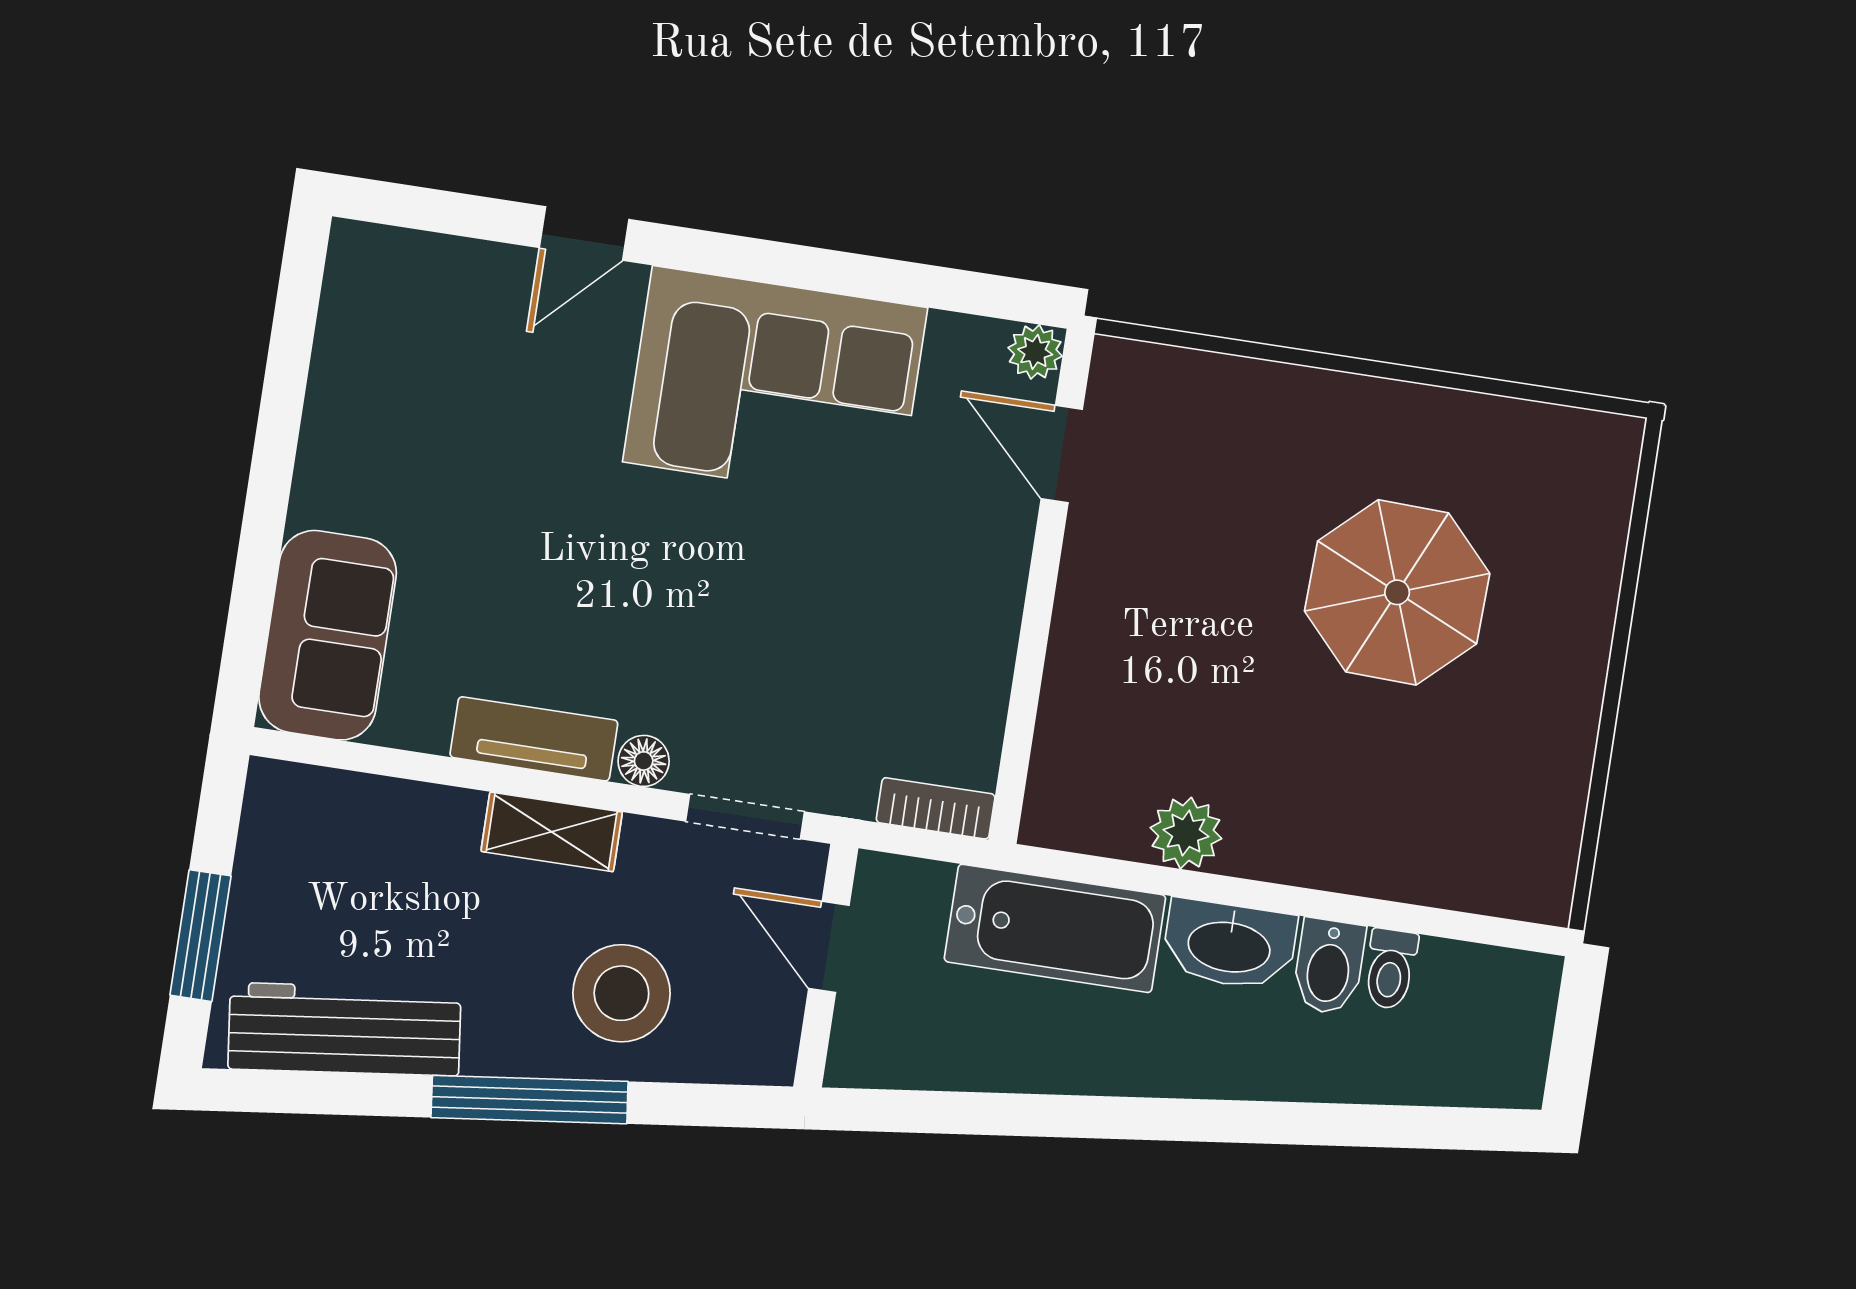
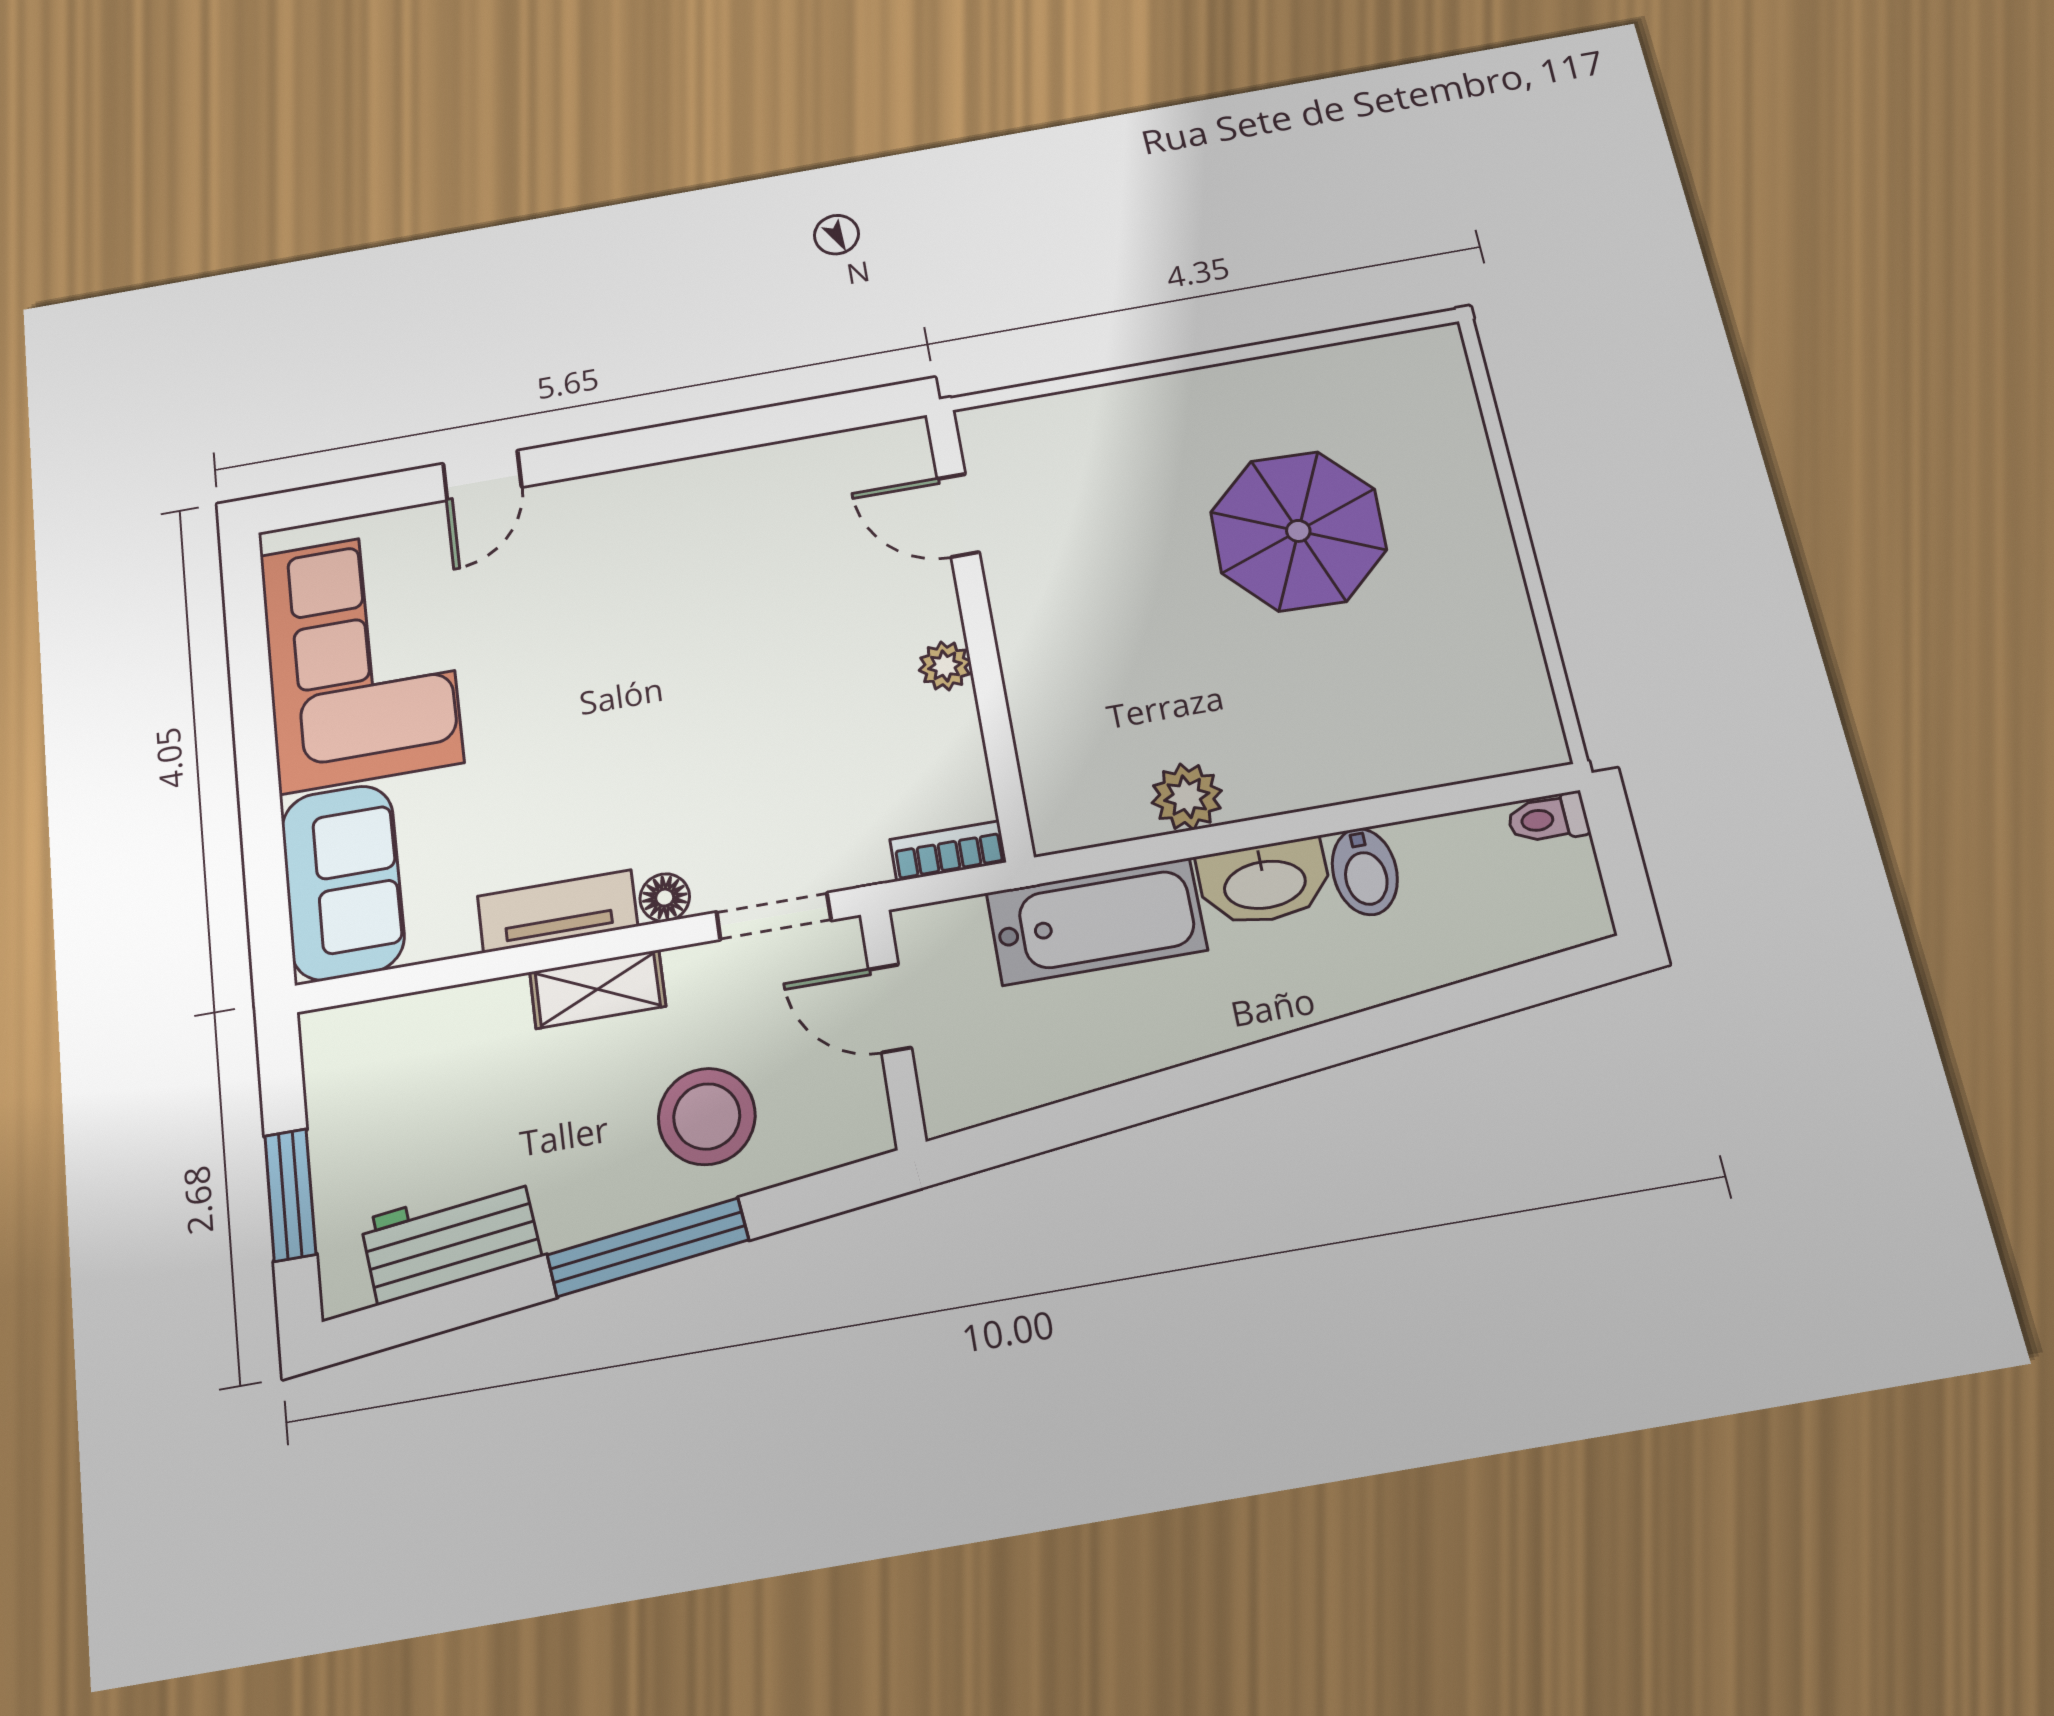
plant: (1035, 352) -> (945, 666), moved
corner sofa: (775, 385) -> (361, 658), moved, turned -90
toilet: (1390, 969) -> (1548, 819), moved, turned 90
workbench: (344, 1029) -> (451, 1239), width x0.73

